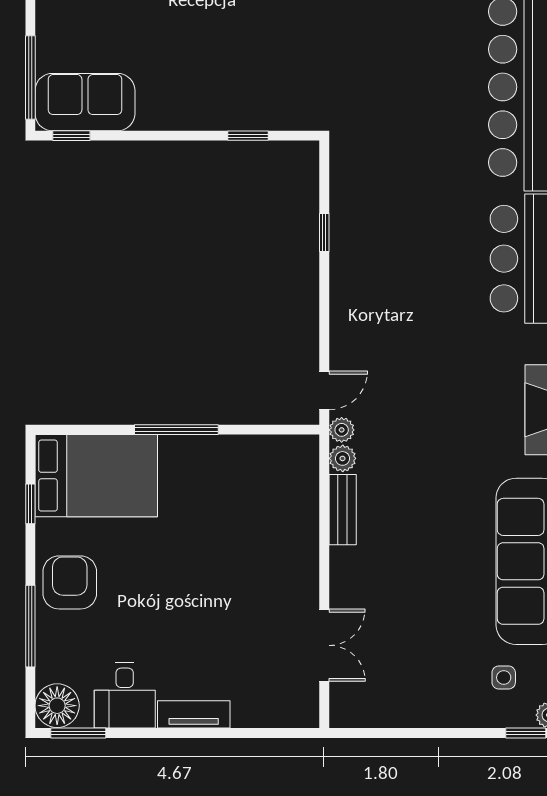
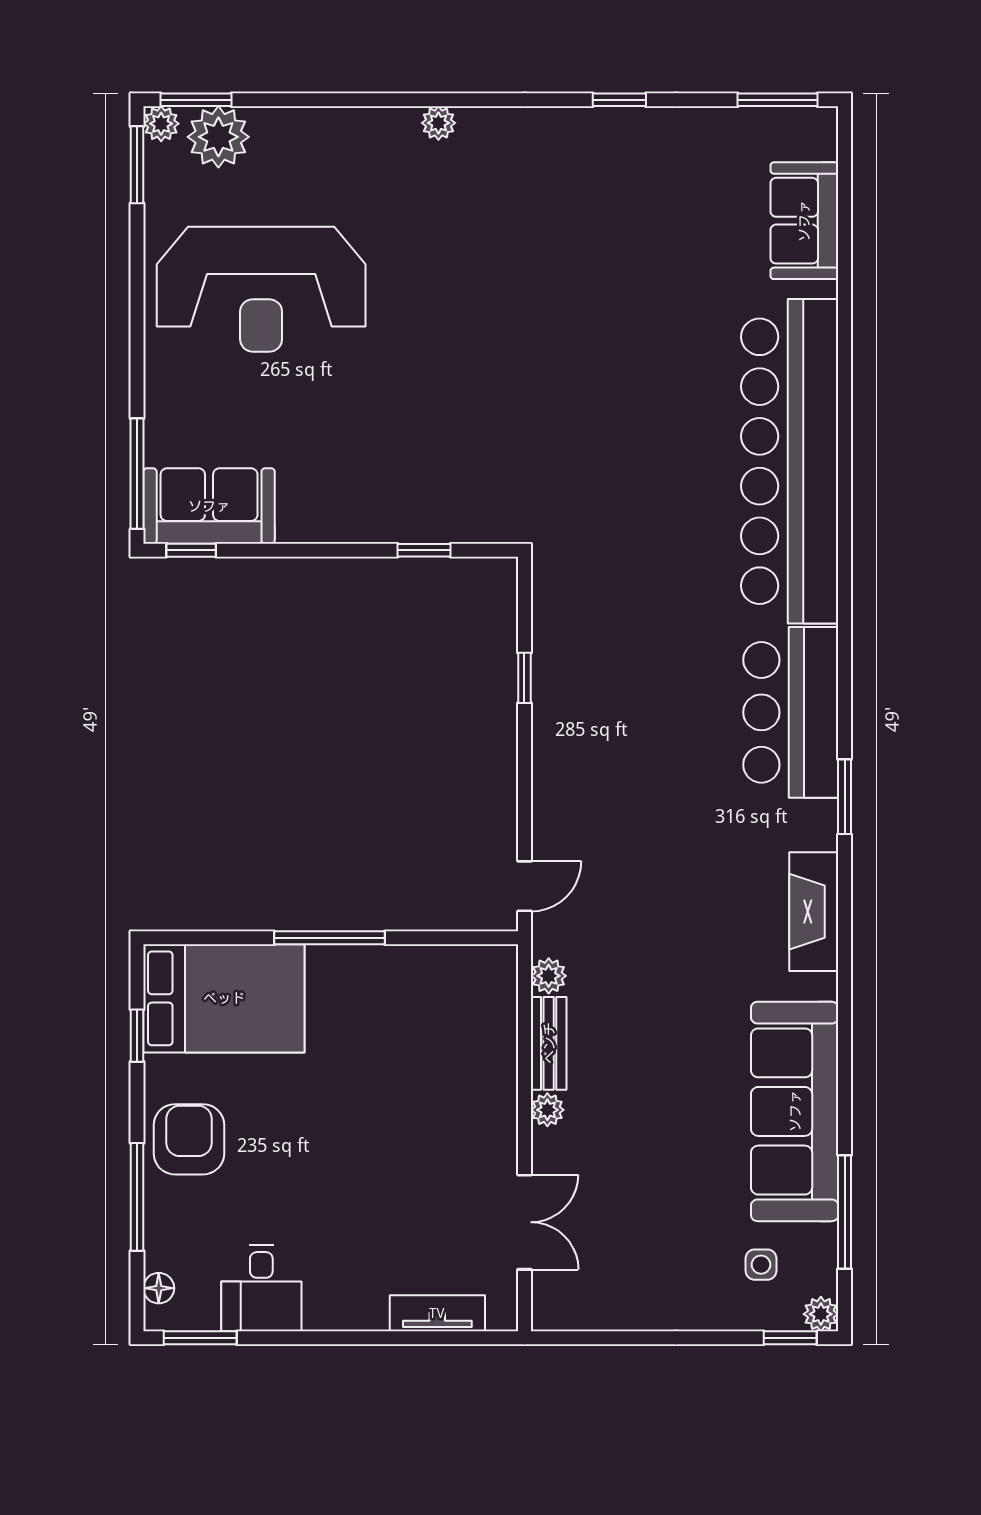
plant: (342, 430) -> (547, 1110), moved
floor lamp: (57, 706) -> (159, 1288), width x0.53, depth x0.53
tv unit: (194, 714) -> (437, 1313), moved

